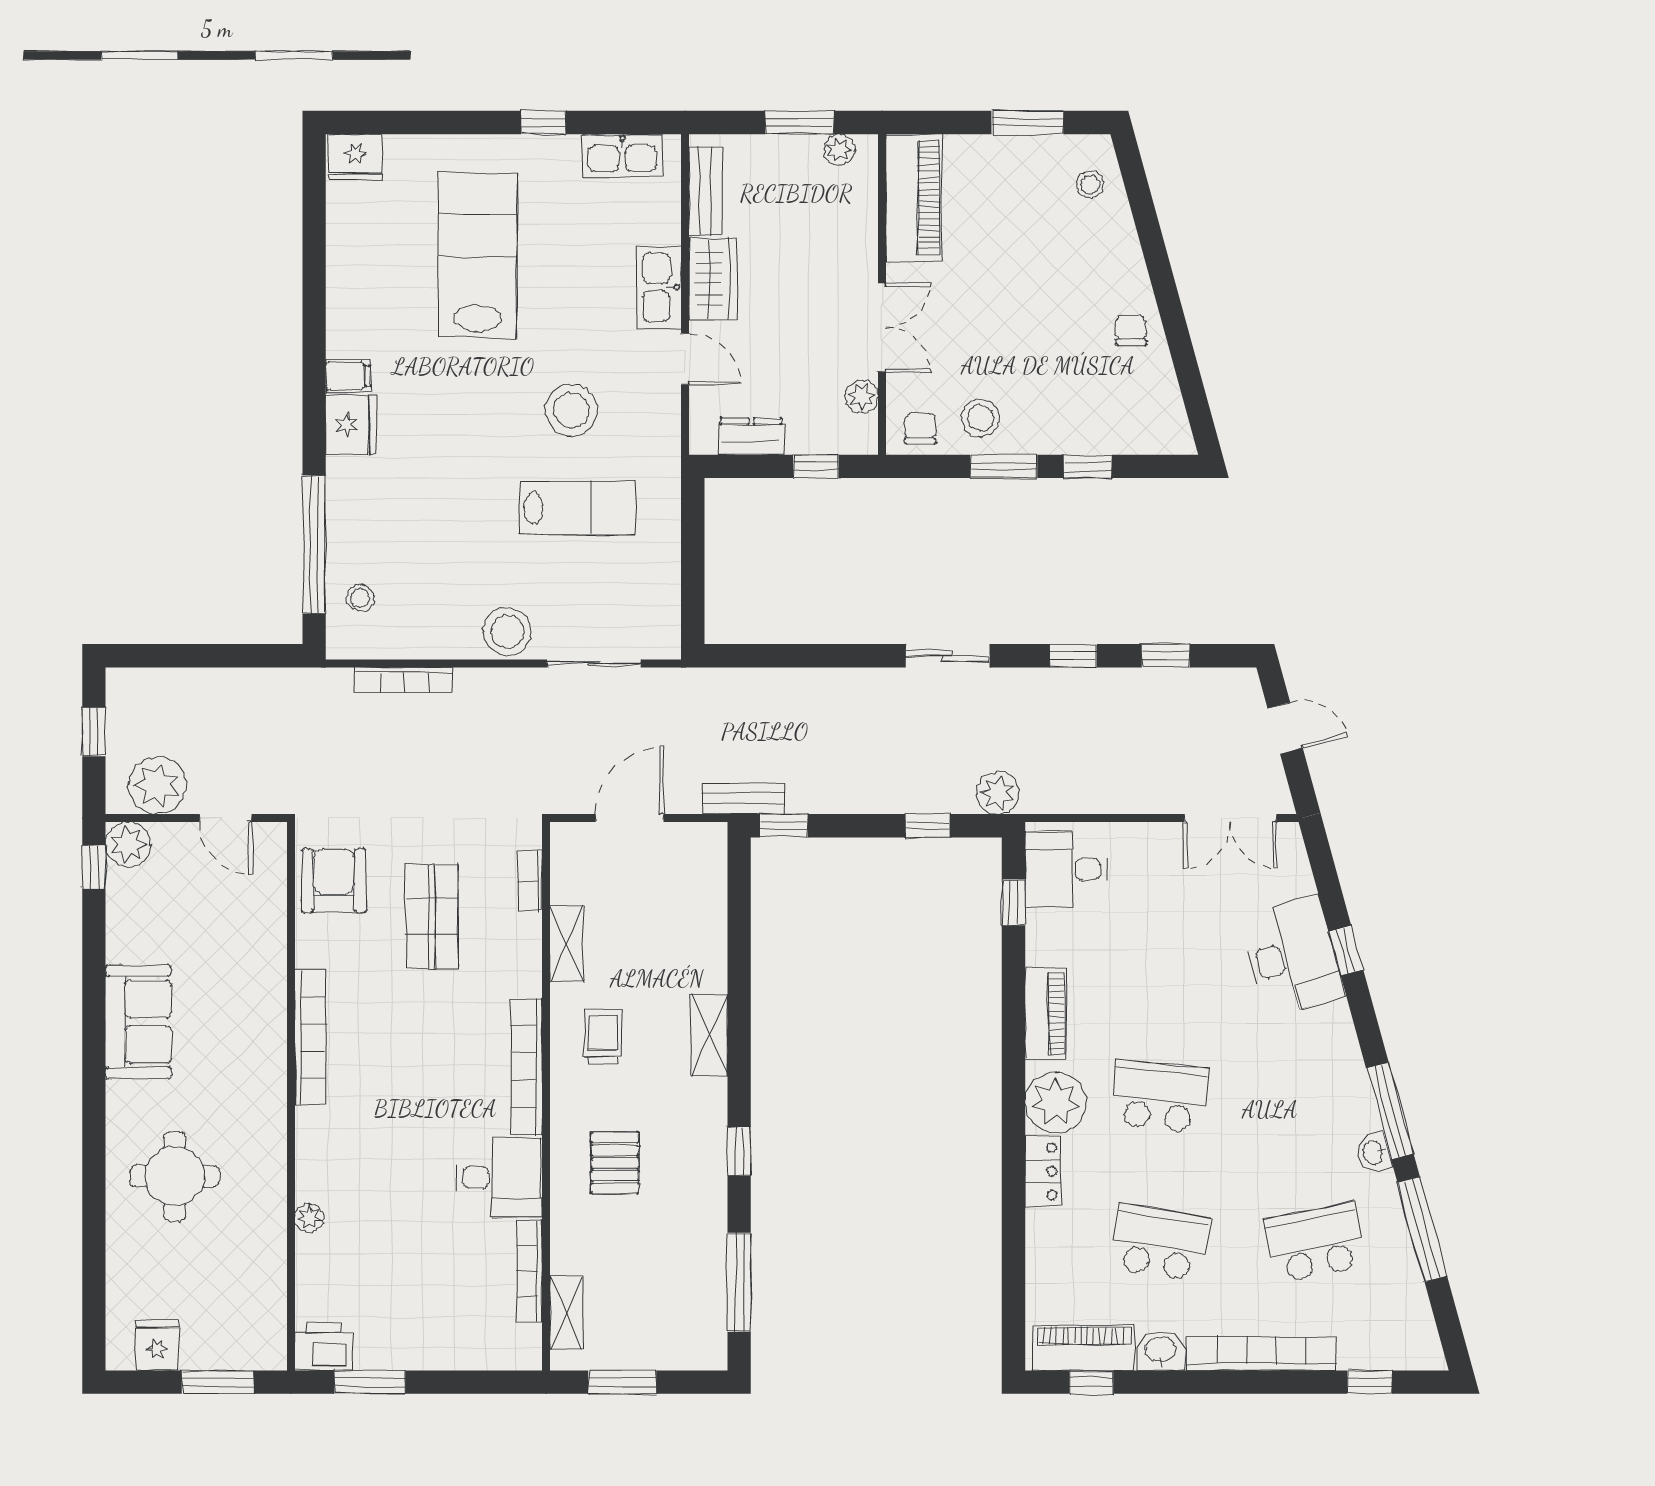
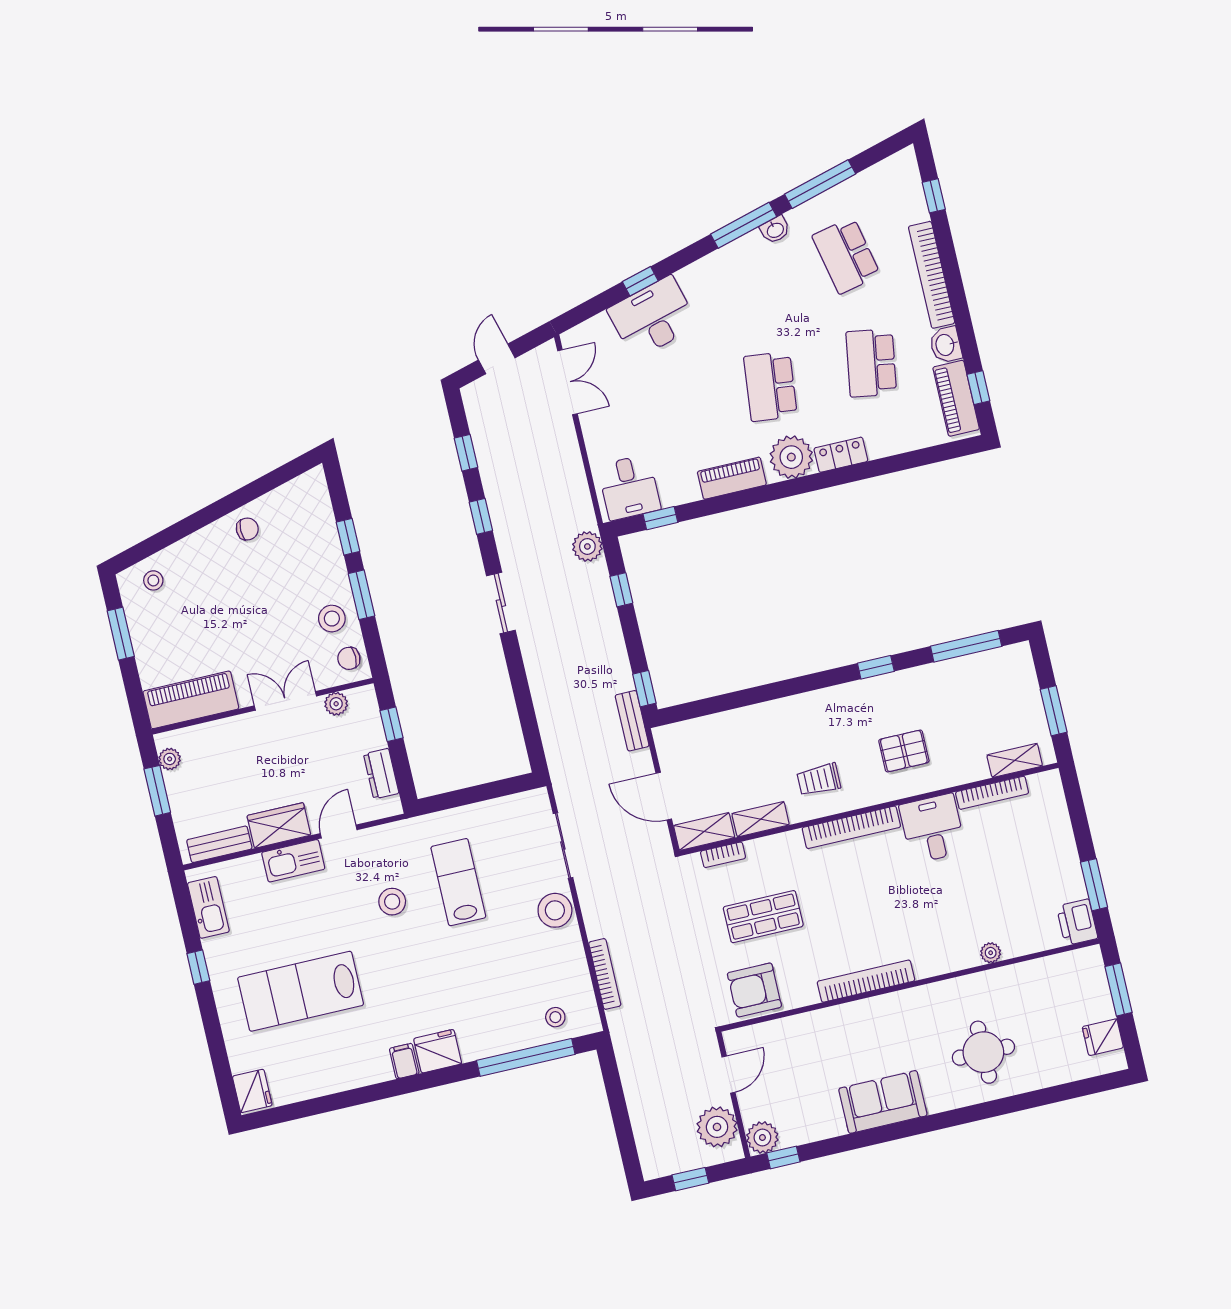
chair: (1131, 330) -> (247, 529), turned 180
stool: (571, 410) -> (392, 902), width x0.73, depth x0.73
shelving: (709, 1035) -> (704, 831), moved

